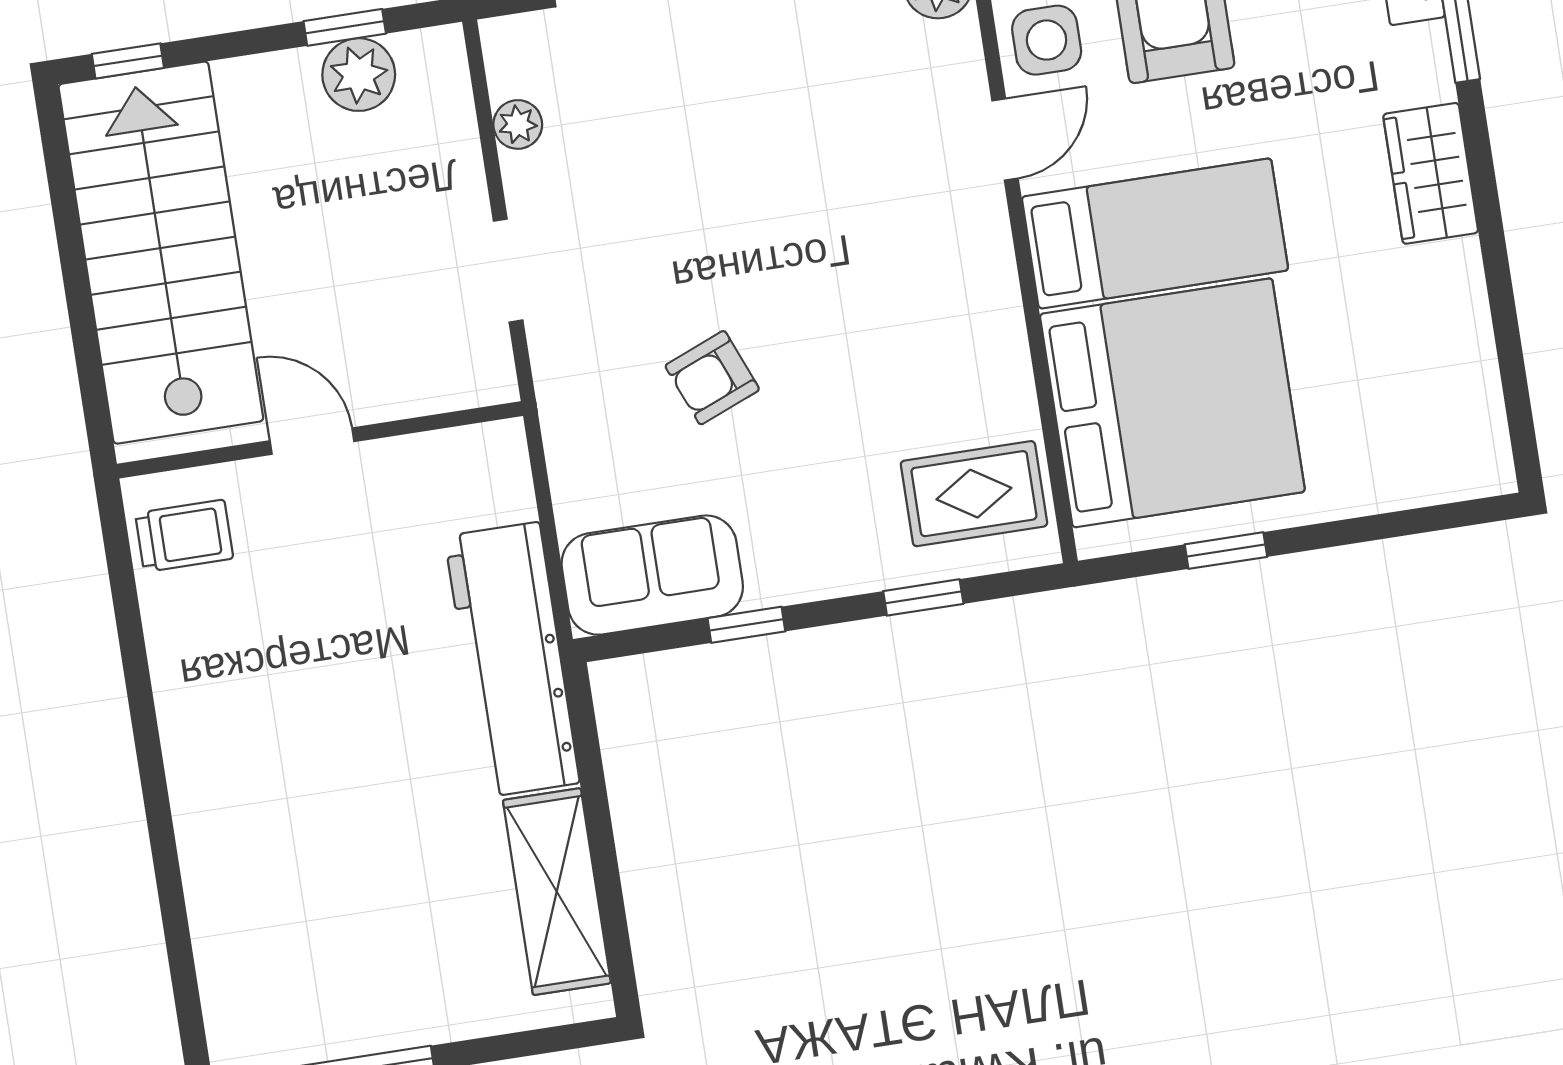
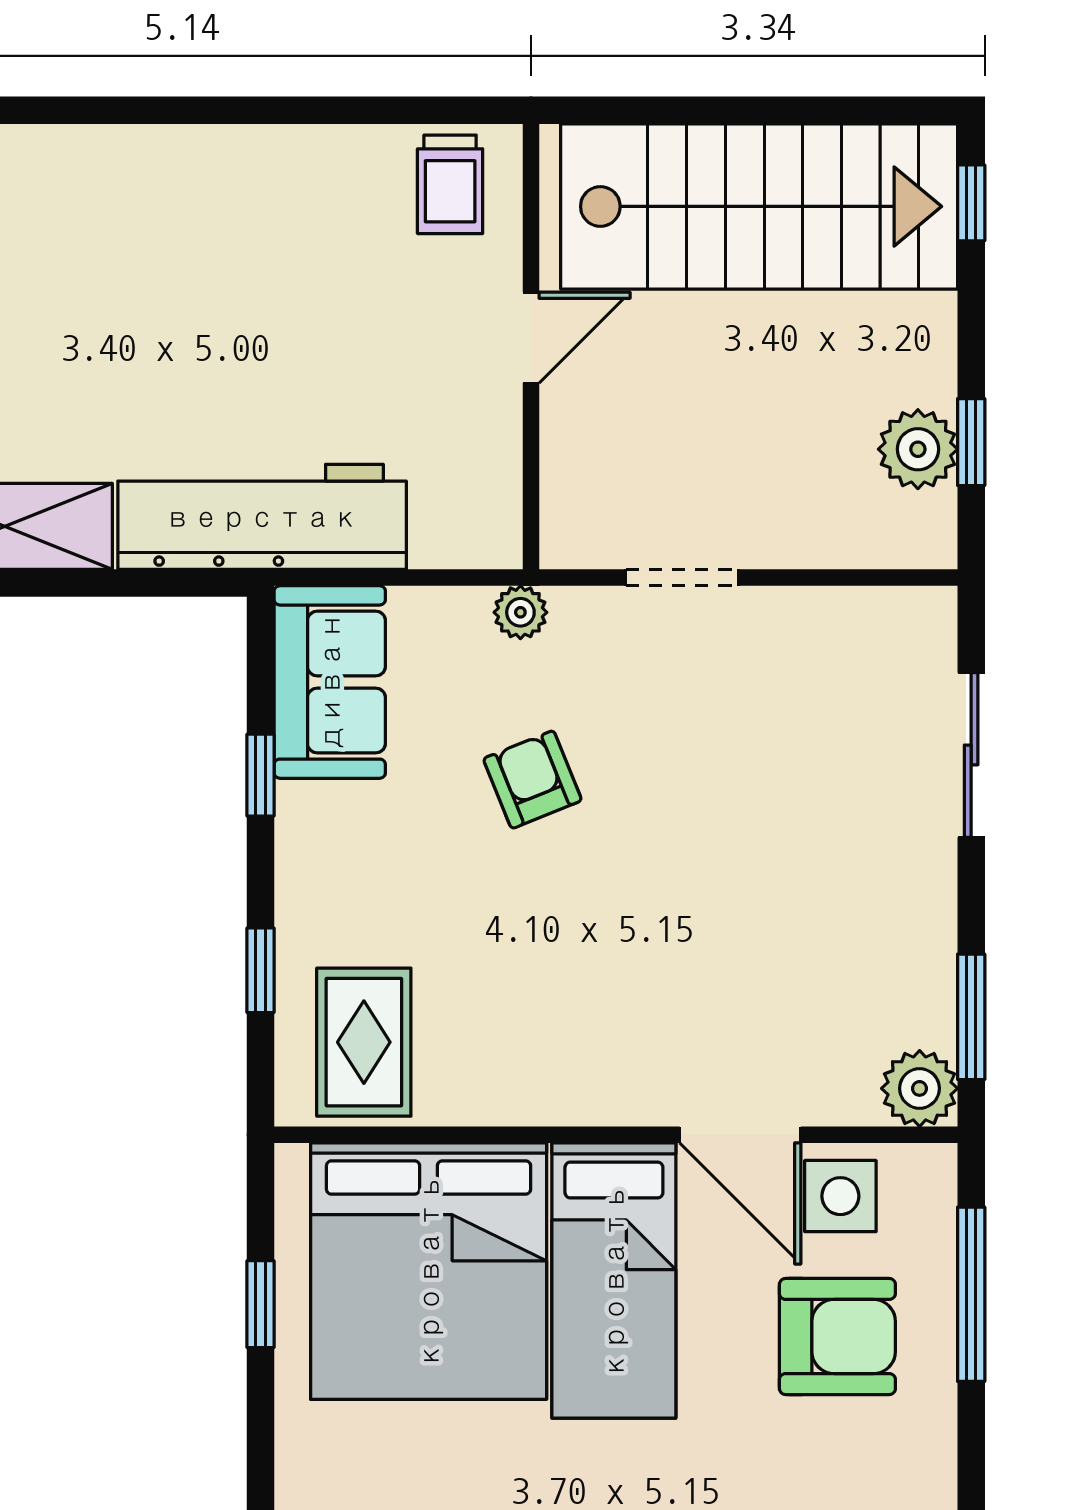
plant: (518, 124) -> (520, 612), moved
door: (1005, 139) -> (740, 1135), width x1.38

